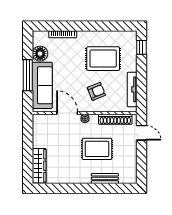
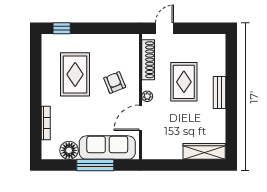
tv unit: (132, 89) -> (112, 39), removed
bench: (105, 178) -> (220, 92), moved

